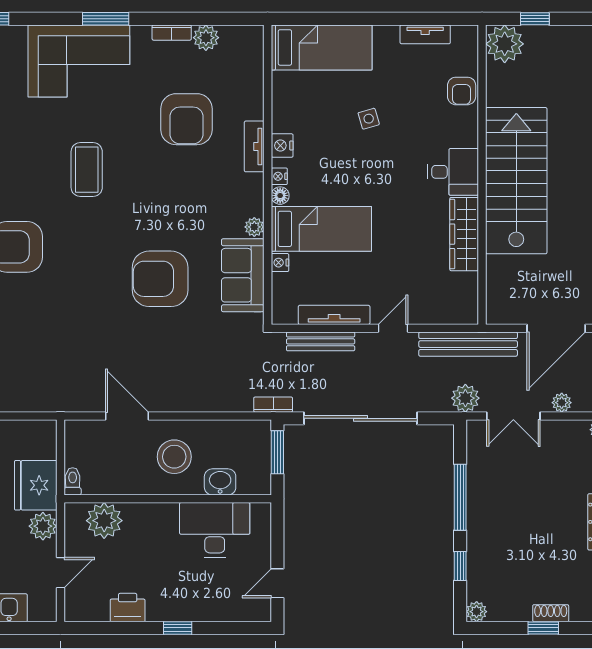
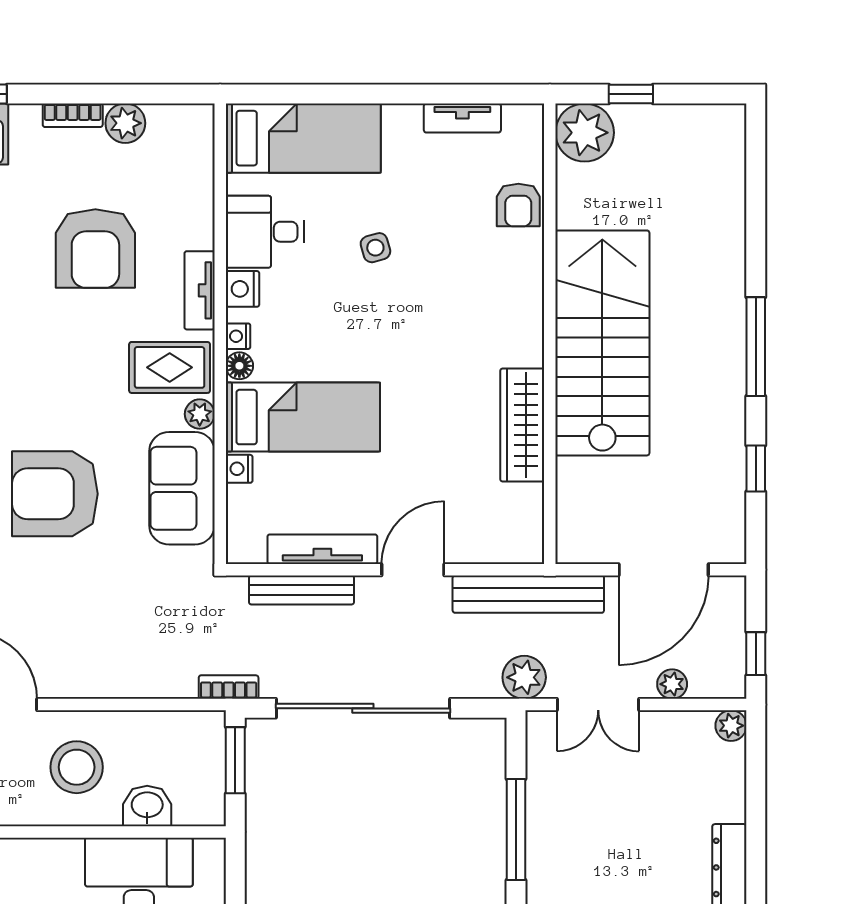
desk: (453, 172) -> (265, 232), moved, turned 180
rug: (235, 197) -> (170, 367), added
door: (393, 328) -> (413, 570), width x1.38

